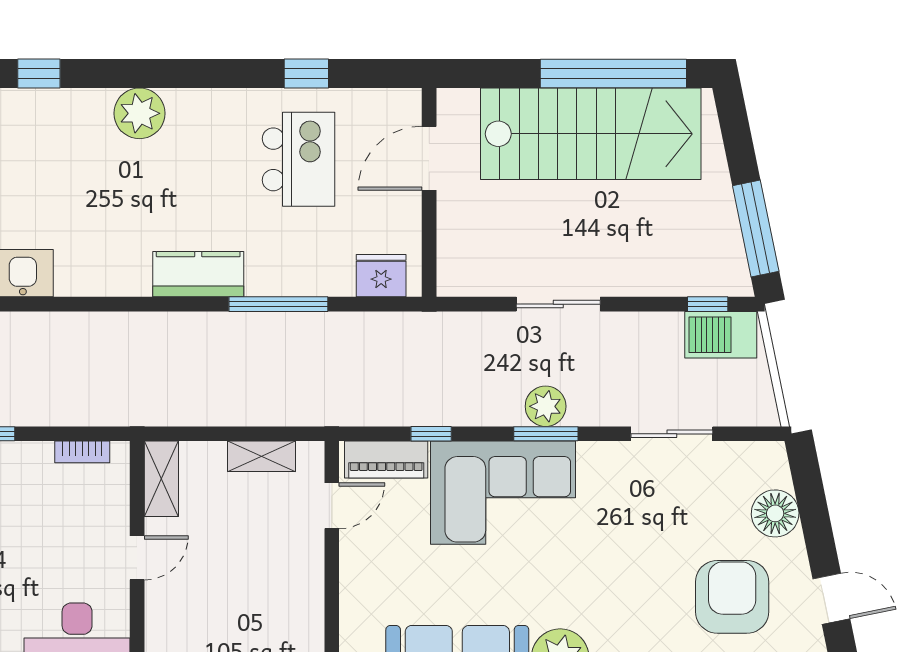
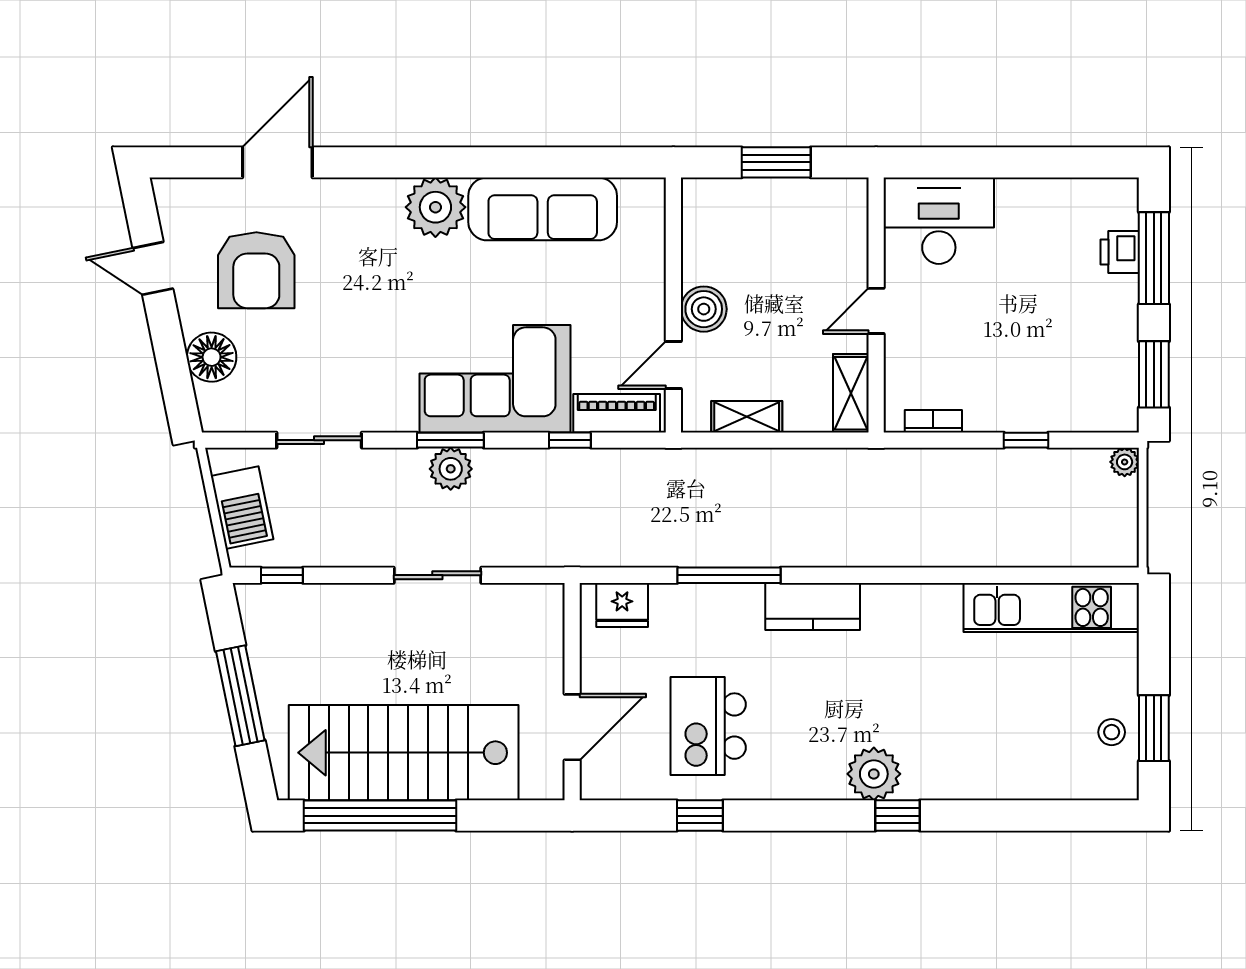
window: (39, 73) -> (898, 816), moved
window: (756, 228) -> (240, 696), moved
barbecue: (721, 335) -> (242, 508), moved, turned 78
boiler: (303, 560) -> (704, 309), added

